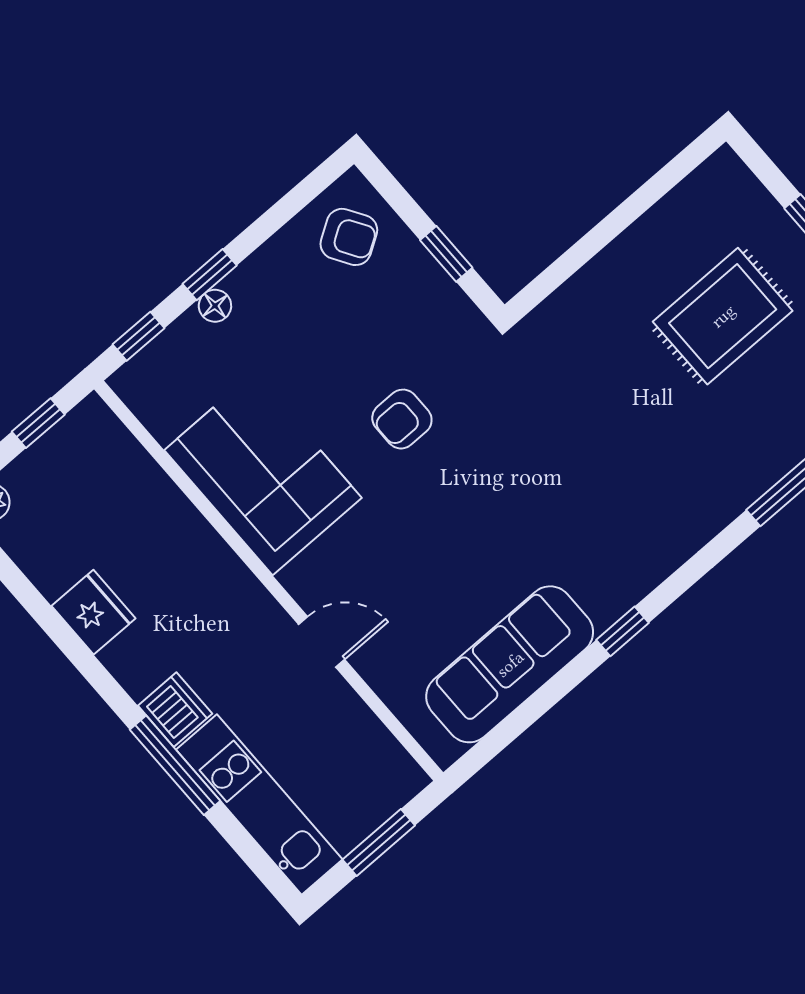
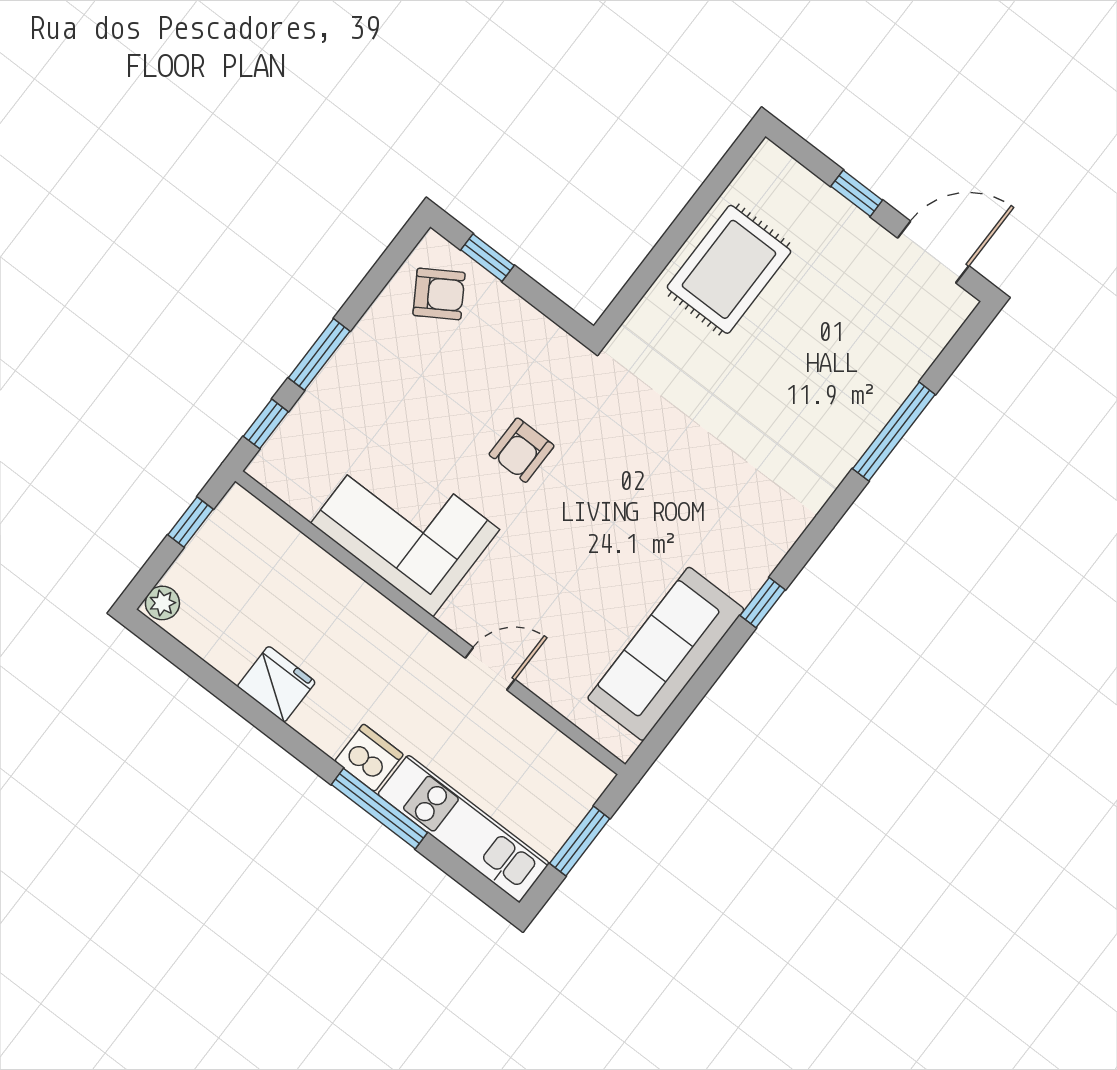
window: (446, 254) -> (487, 258), moved
window: (210, 275) -> (319, 354), width x1.50
floor lamp: (215, 306) -> (330, 382), removed
rug: (723, 316) -> (729, 269), moved

